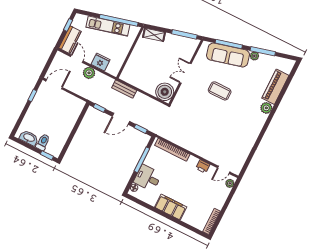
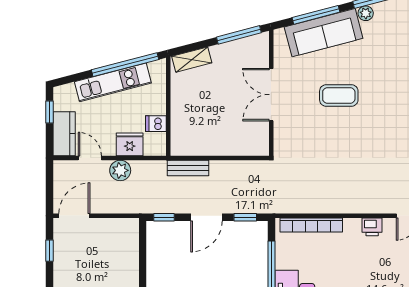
dishwasher: (119, 58) -> (156, 124), added
double door: (185, 73) -> (271, 95), width x1.37
boiler: (165, 92) -> (254, 140), removed

